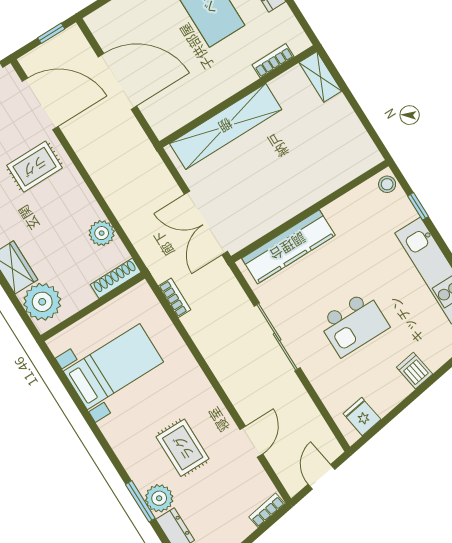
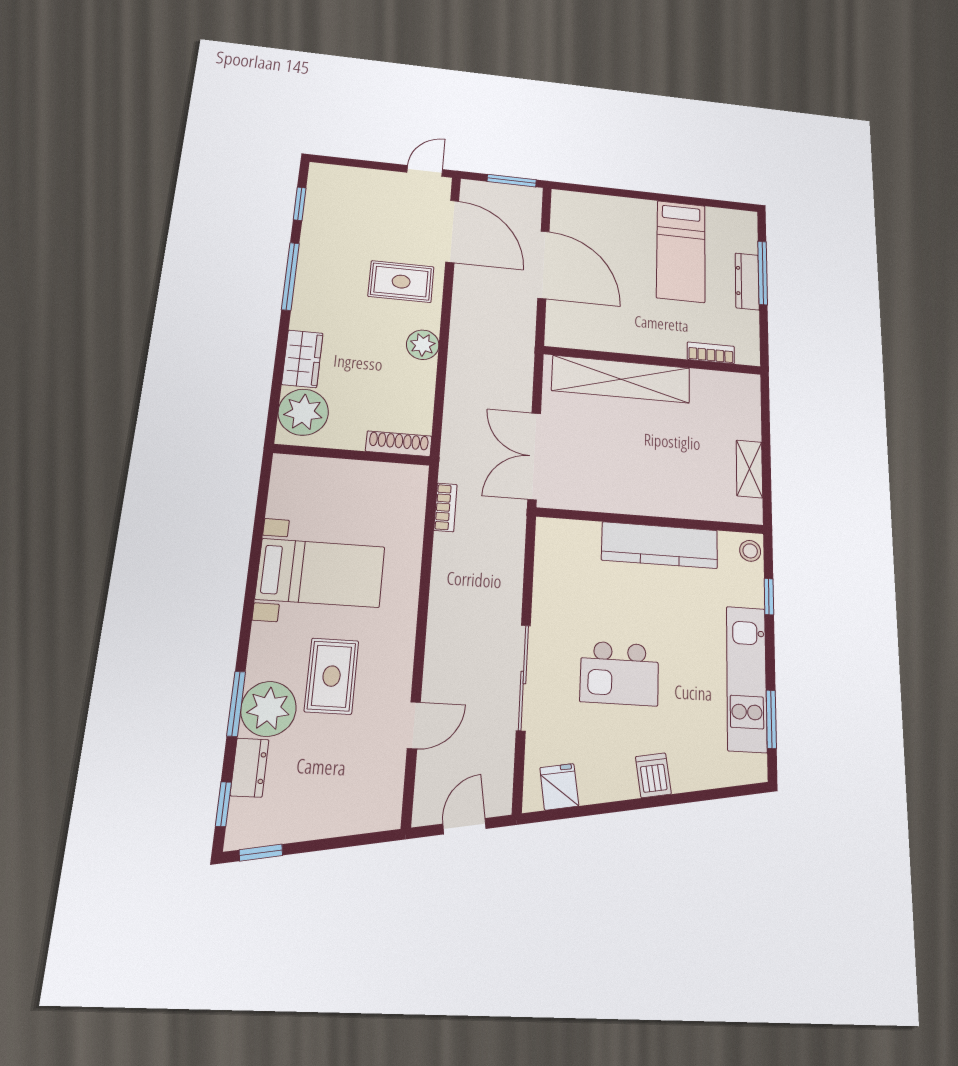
window: (51, 33) -> (512, 181), width x1.50
shelving: (320, 77) -> (749, 469), moved
plant: (102, 233) -> (423, 345), moved
kitchen counter: (288, 247) -> (660, 545), moved
sliding door: (277, 337) -> (523, 677), moved
bed with nightstands: (113, 367) -> (321, 573), moved
plant: (159, 498) -> (268, 709), width x1.36, depth x1.36
bookcase: (267, 510) -> (373, 822), removed

